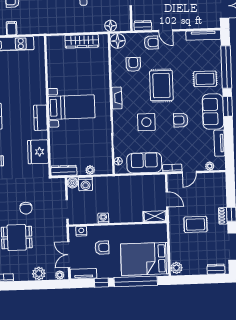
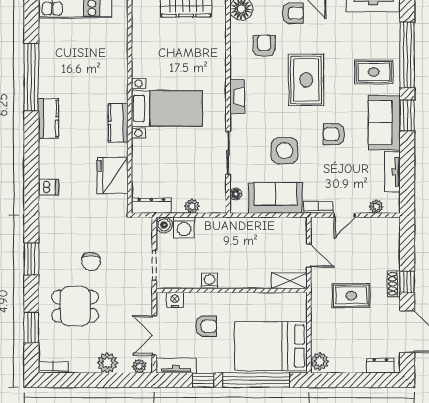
side table: (146, 122) -> (285, 151), moved

